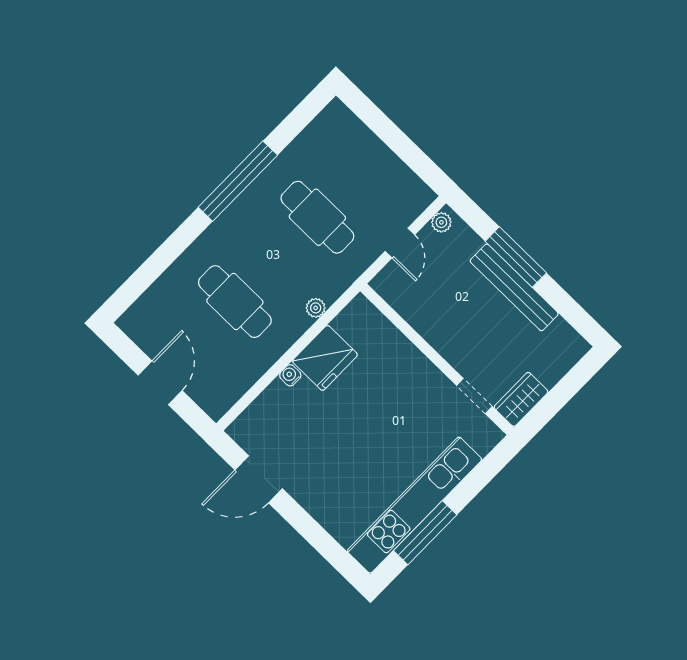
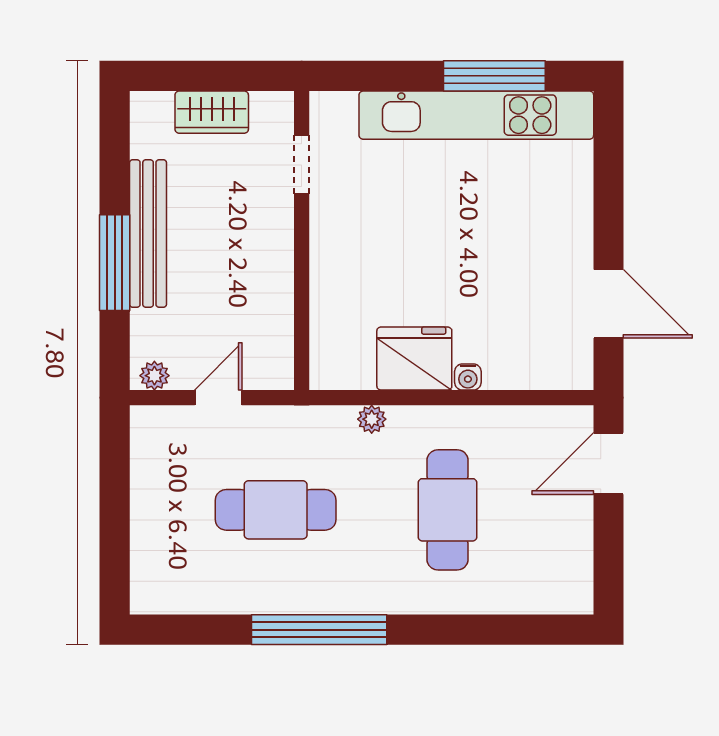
cafe table: (317, 217) -> (276, 510), turned 90
door: (160, 383) -> (608, 463), moved
wardrobe: (521, 399) -> (212, 112), moved

